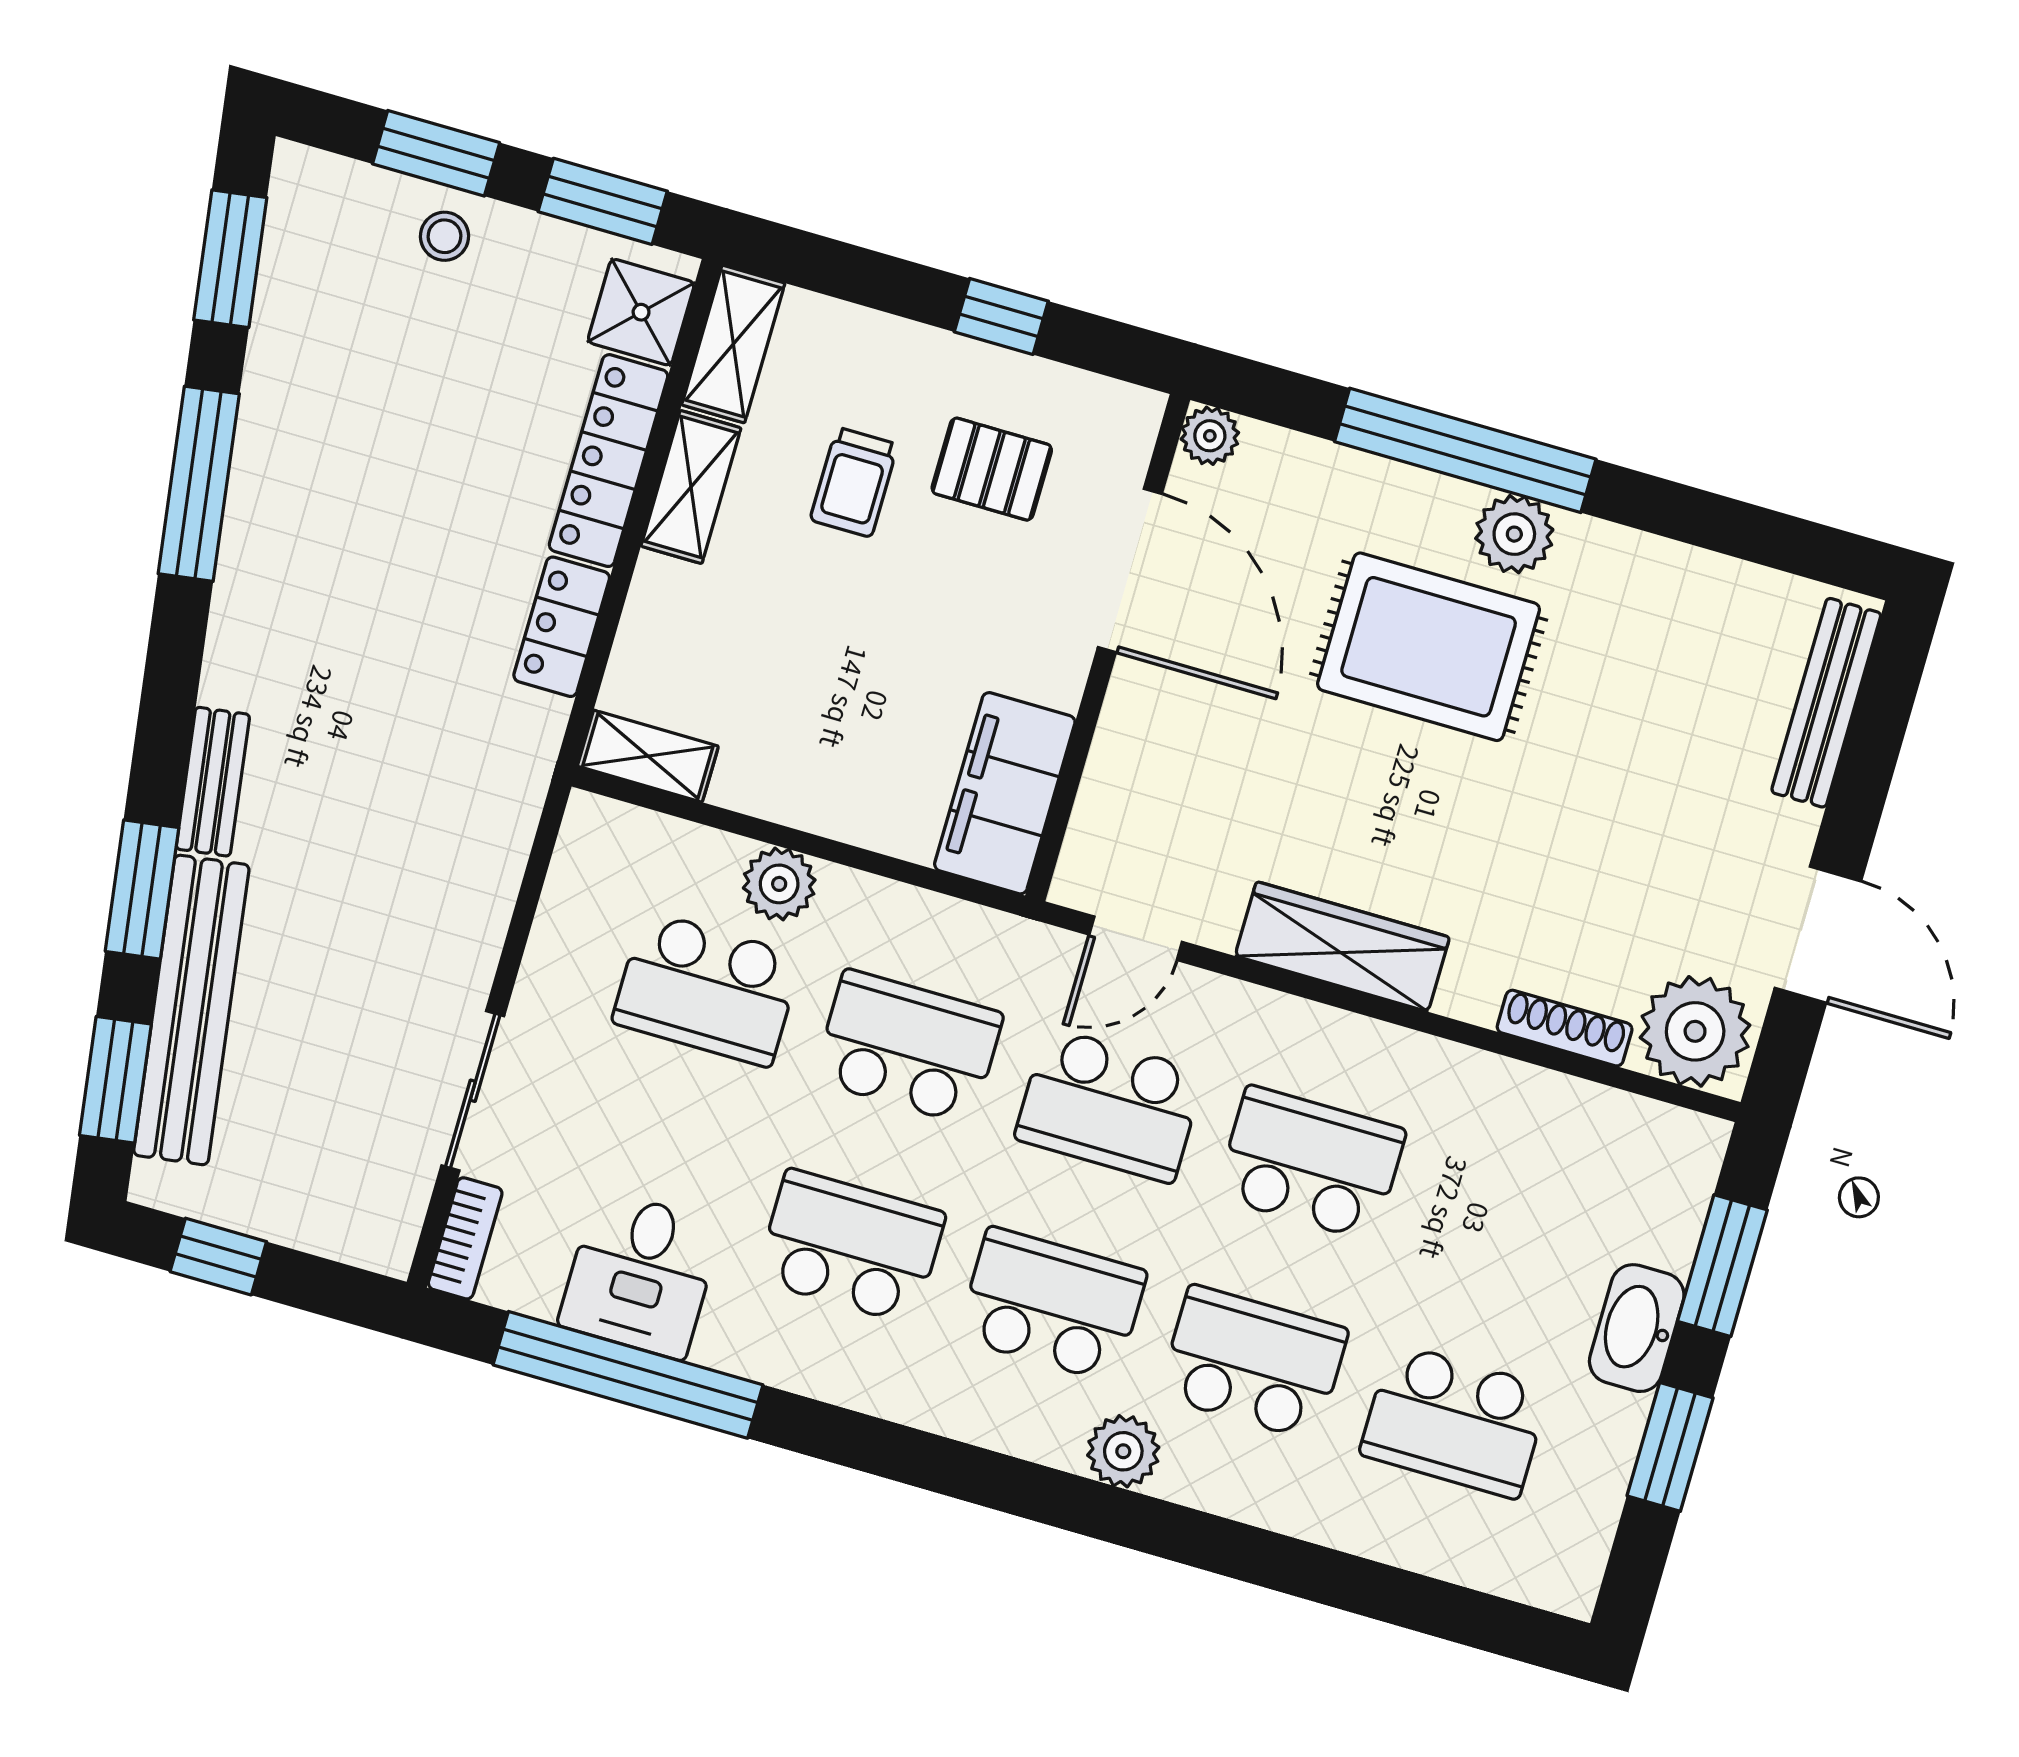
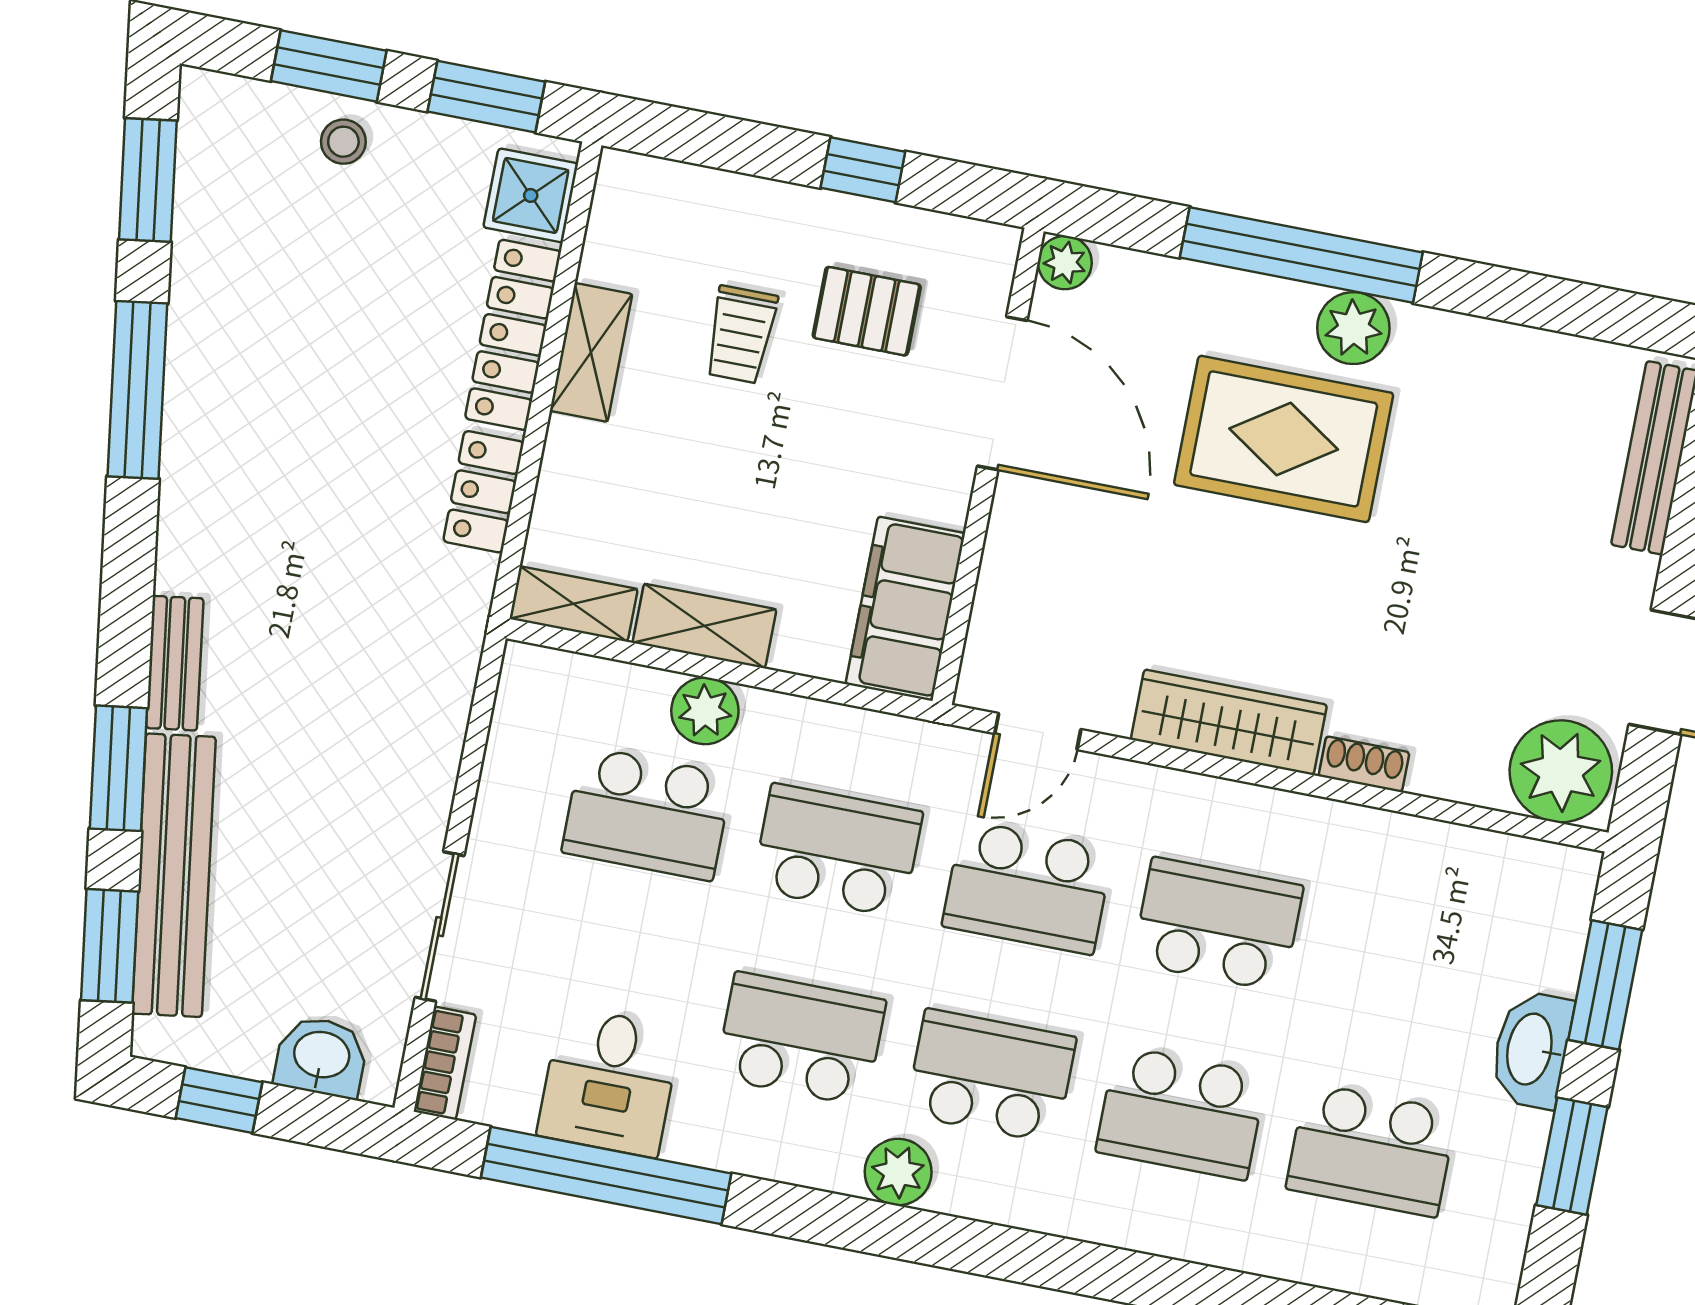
shelving: (733, 344) -> (704, 626), moved, turned 90
shoe rack: (1565, 1028) -> (1364, 764), moved, width x0.70
washbasin: (333, 1220) -> (321, 1057), added
school desk: (1253, 1363) -> (1181, 1113), turned 180
plant: (1123, 1451) -> (898, 1172), moved

